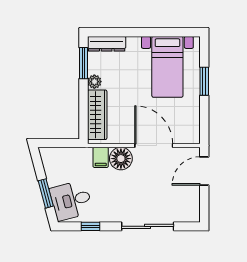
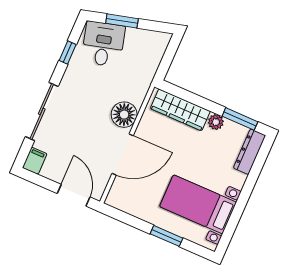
filing cabinet: (101, 157) -> (35, 161), moved, turned 90

